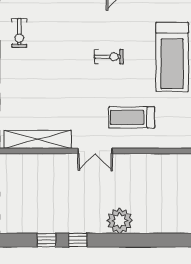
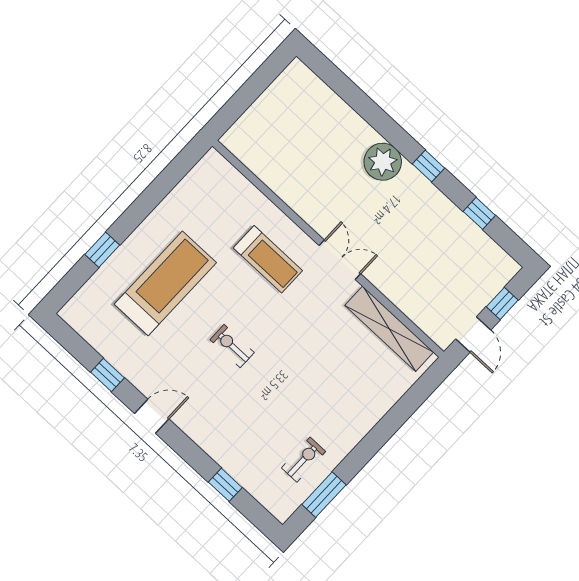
window: (78, 240) -> (429, 166), moved

